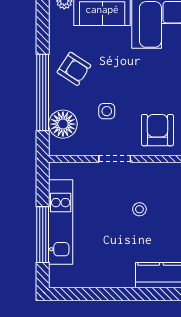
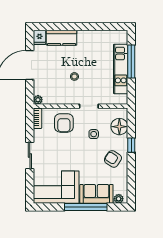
window: (43, 92) -> (131, 145), width x0.32

